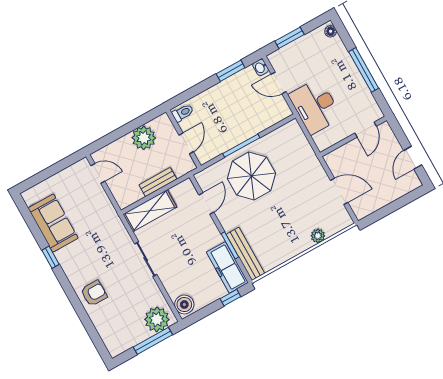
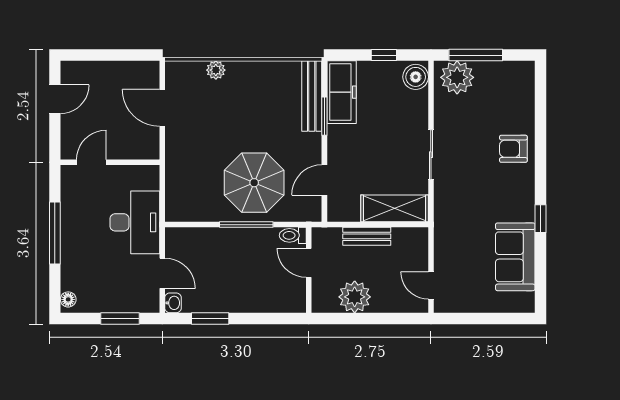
toilet: (183, 113) -> (293, 235), moved
door: (186, 143) -> (309, 263), hinge flipped
window: (230, 298) -> (384, 55), moved

